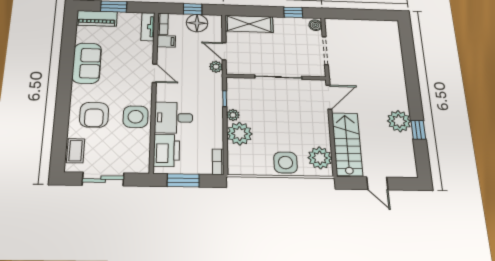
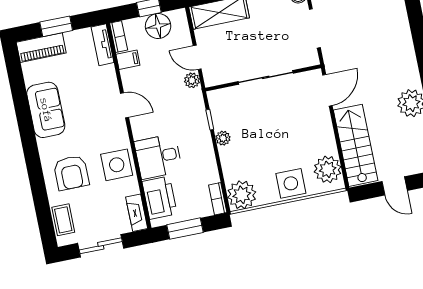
plant: (240, 134) -> (242, 195), moved
fireplace: (143, 158) -> (137, 213), added

